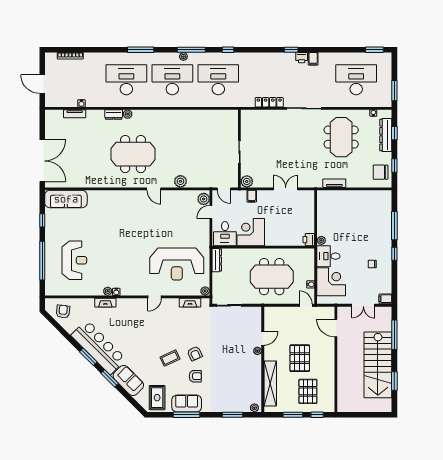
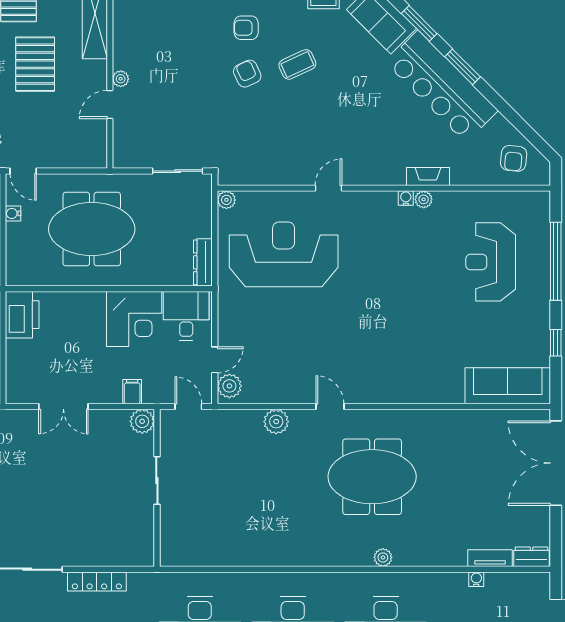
dresser: (114, 114) -> (532, 557), moved
printer: (309, 240) -> (22, 315), width x1.87, depth x1.48
fireplace: (190, 303) -> (257, 176), removed

